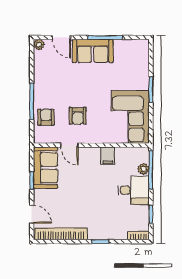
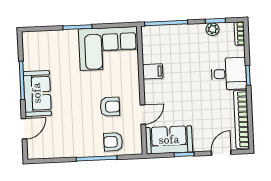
plant: (39, 45) -> (33, 153), removed
plant: (143, 169) -> (212, 29), moved
desk: (134, 190) -> (229, 74), moved, turned 90

